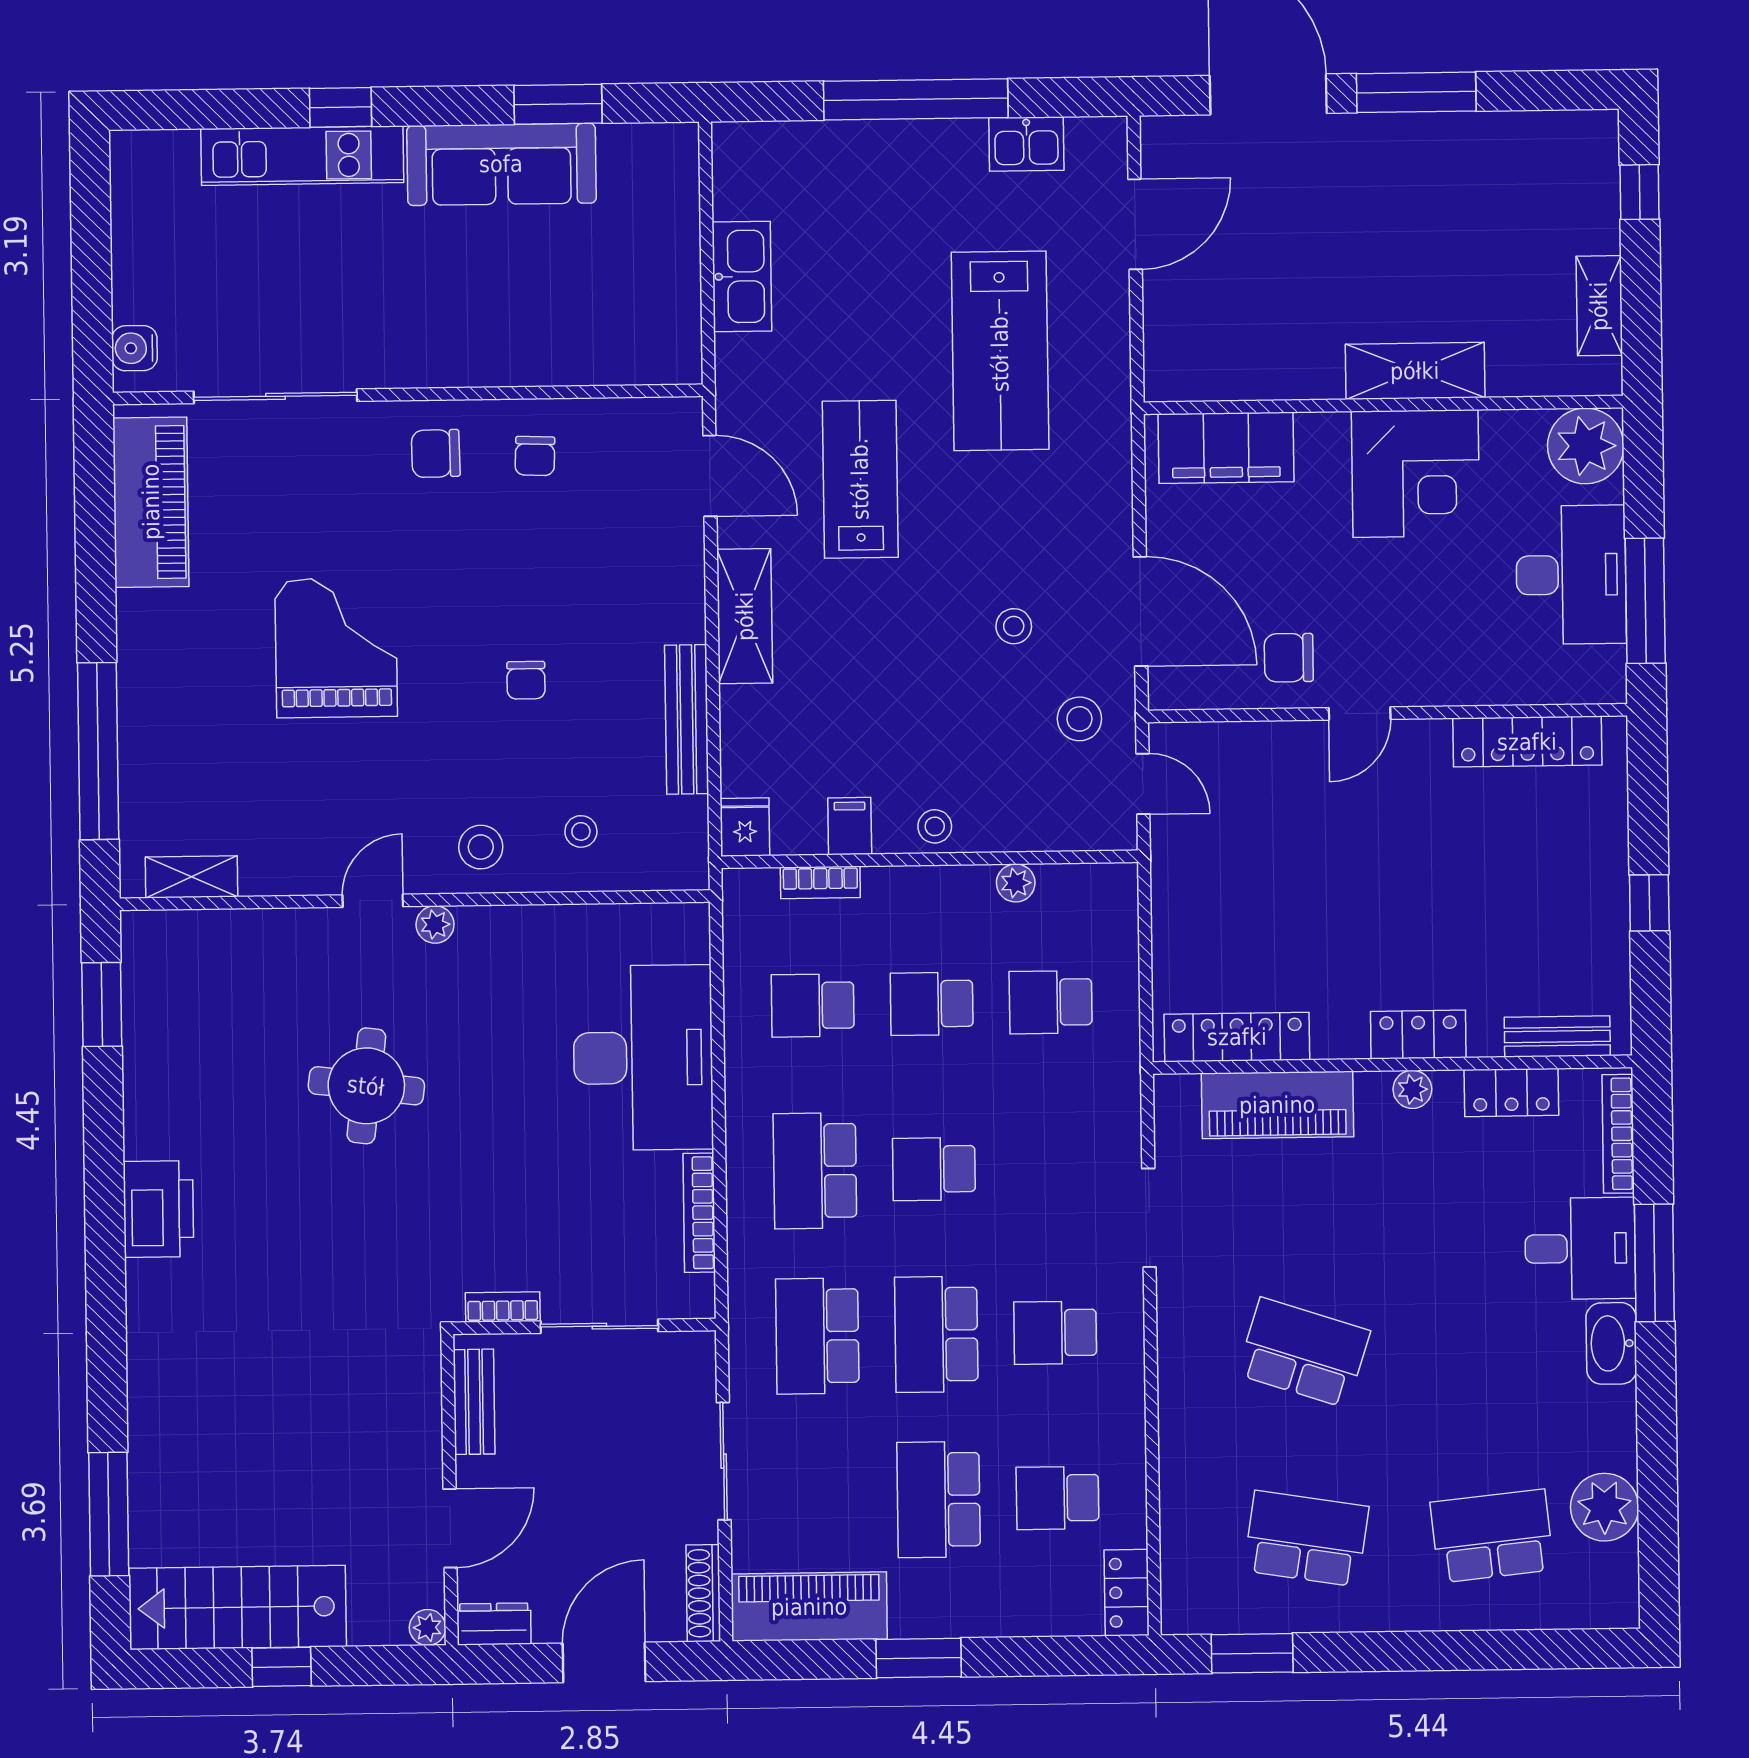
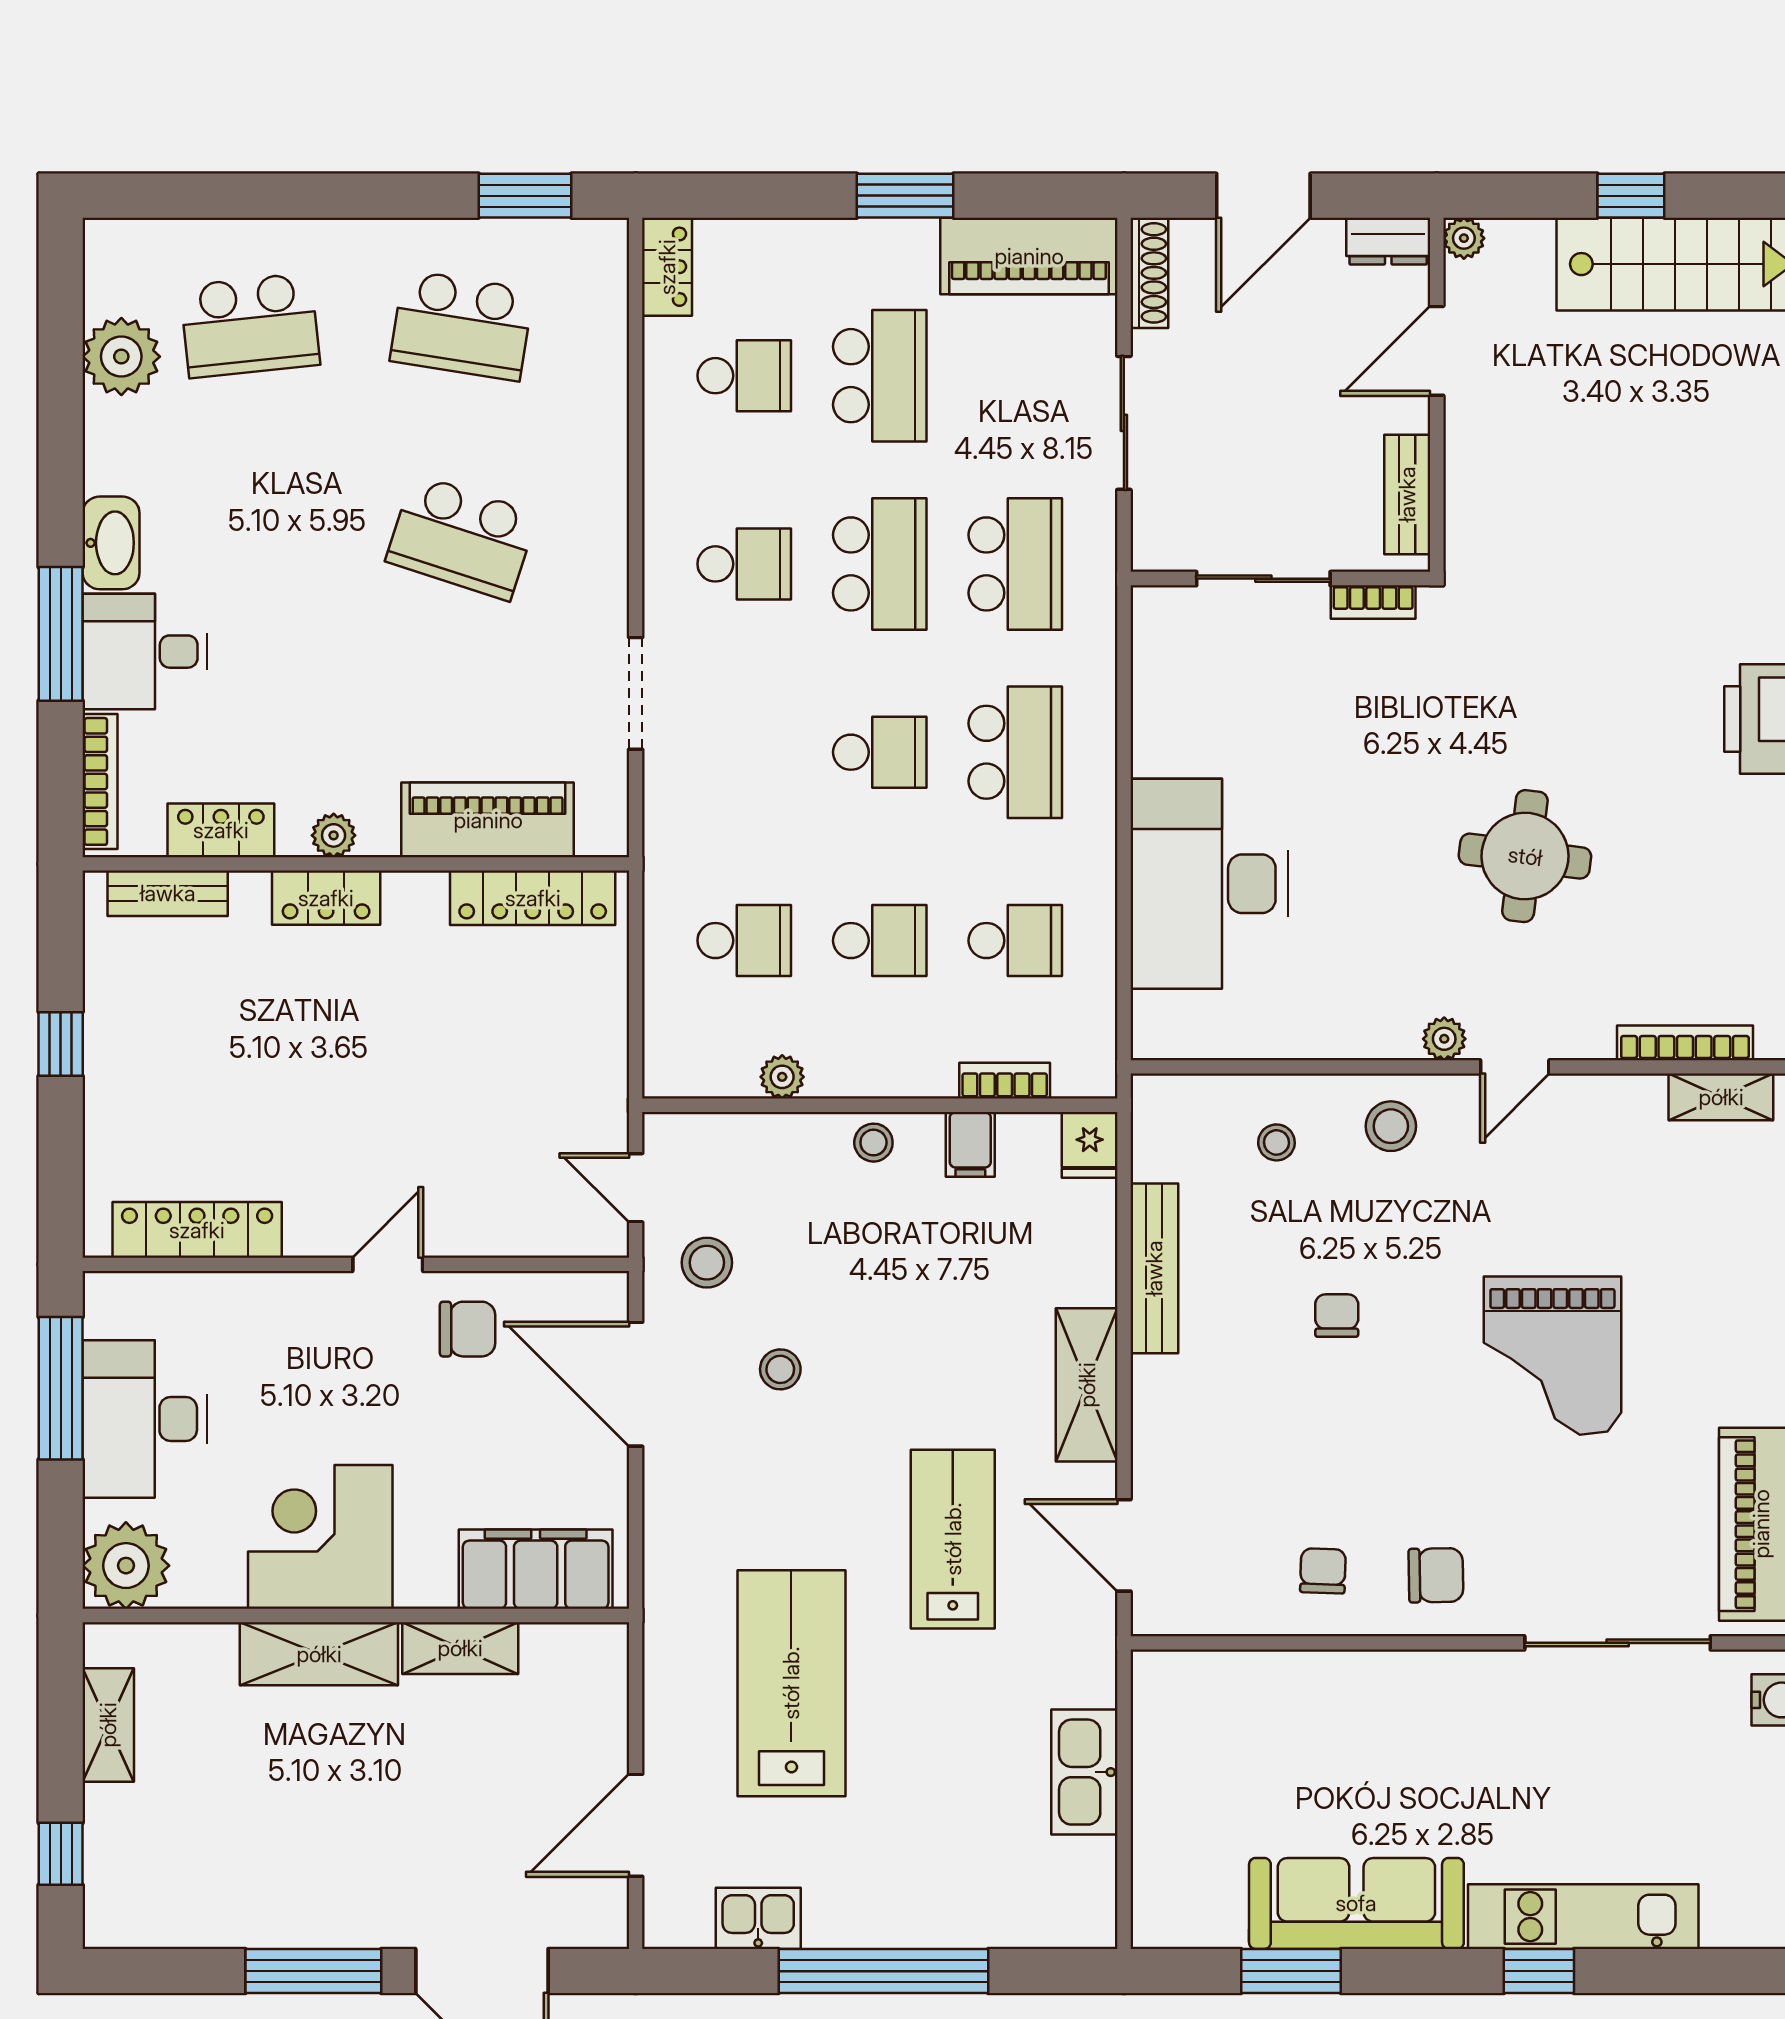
shelving: (1291, 378) -> (460, 1648), added
lab bench: (860, 479) -> (953, 1539), turned 180
bookcase: (699, 1213) -> (1685, 1043), moved, turned -90

